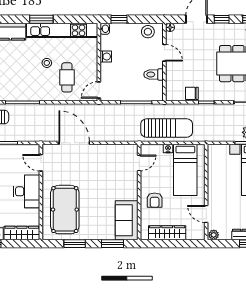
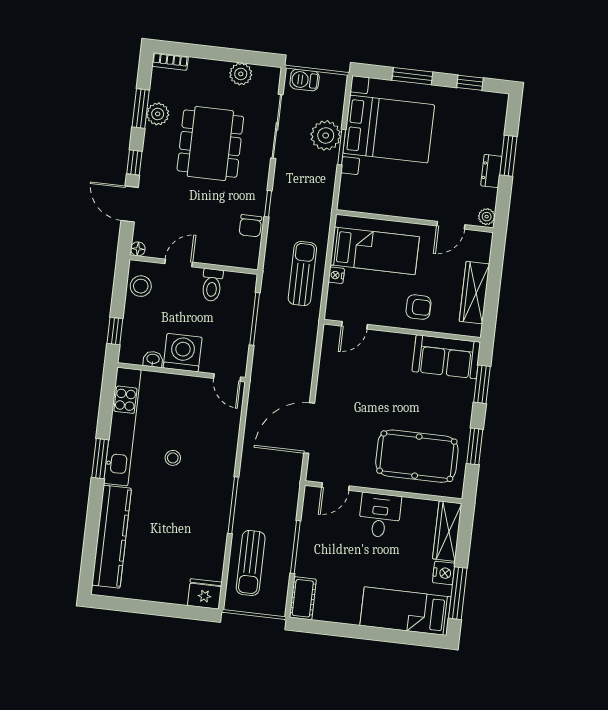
washbasin: (105, 29) -> (153, 359), moved
washing machine: (106, 56) -> (183, 353), width x1.89, depth x1.89
cafe table: (67, 77) -> (200, 428), removed
sun lounger: (167, 128) -> (302, 274), width x0.73, depth x0.75
door: (139, 163) -> (354, 325), swing flipped
desk: (27, 191) -> (380, 515), width x0.73

